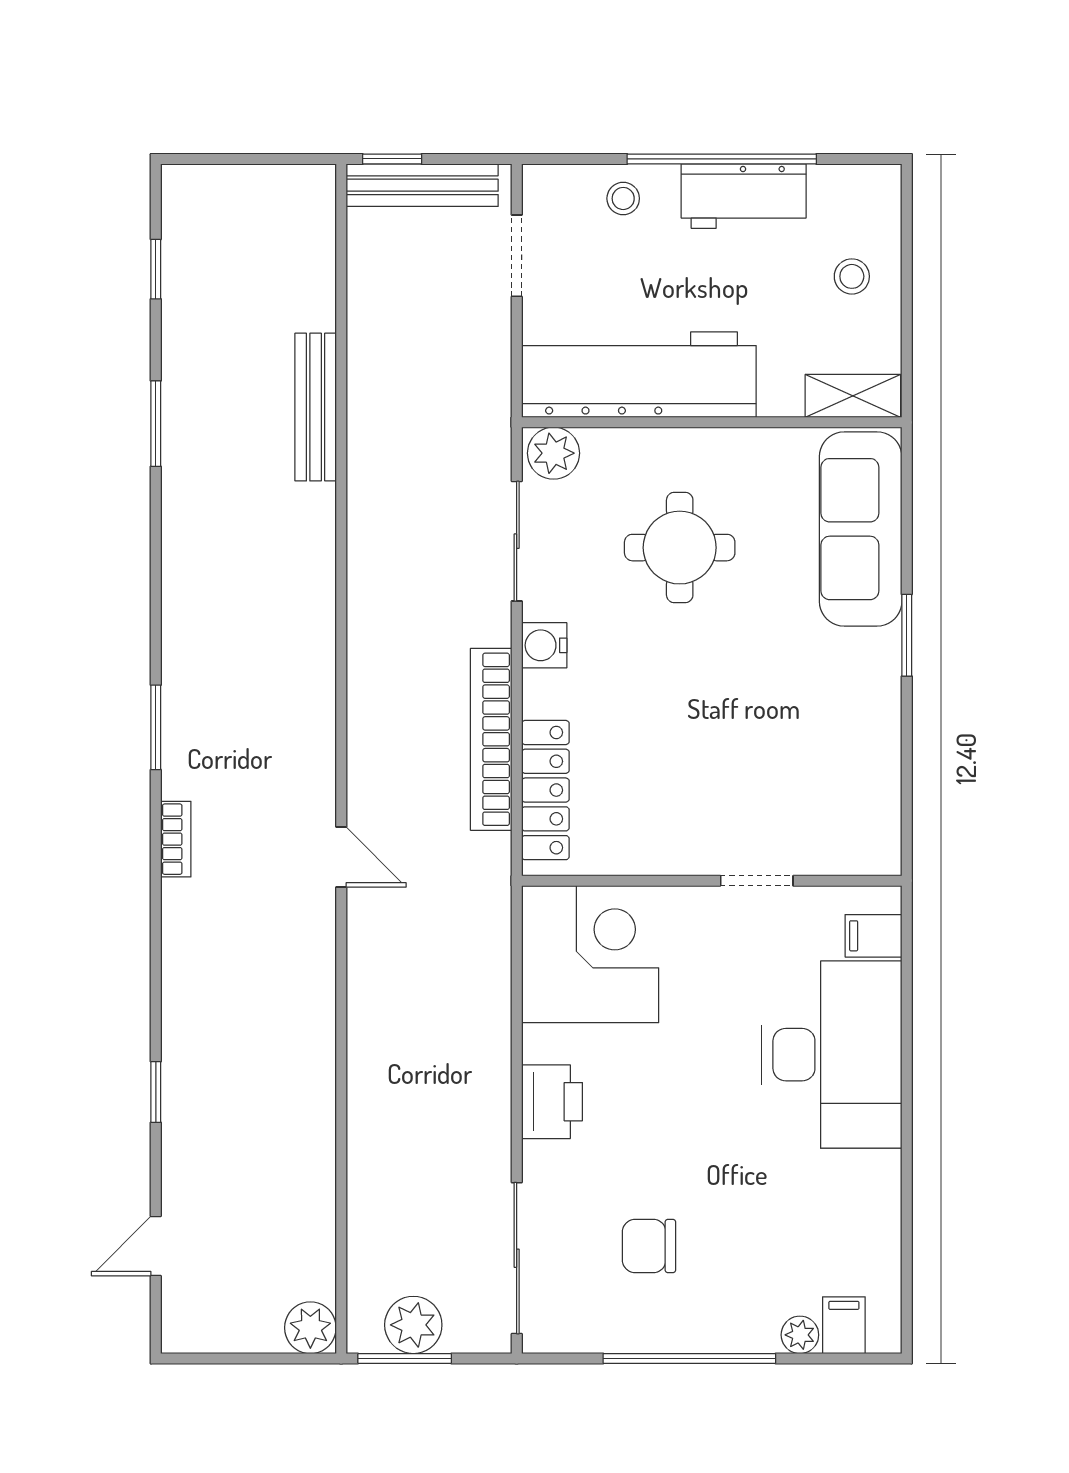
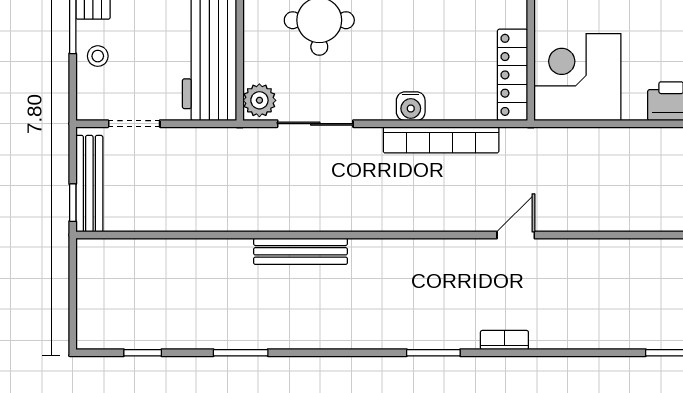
bench: (316, 407) -> (300, 251), moved
water cooler: (544, 645) -> (411, 106), moved
locker: (545, 790) -> (513, 75), moved, turned -90

